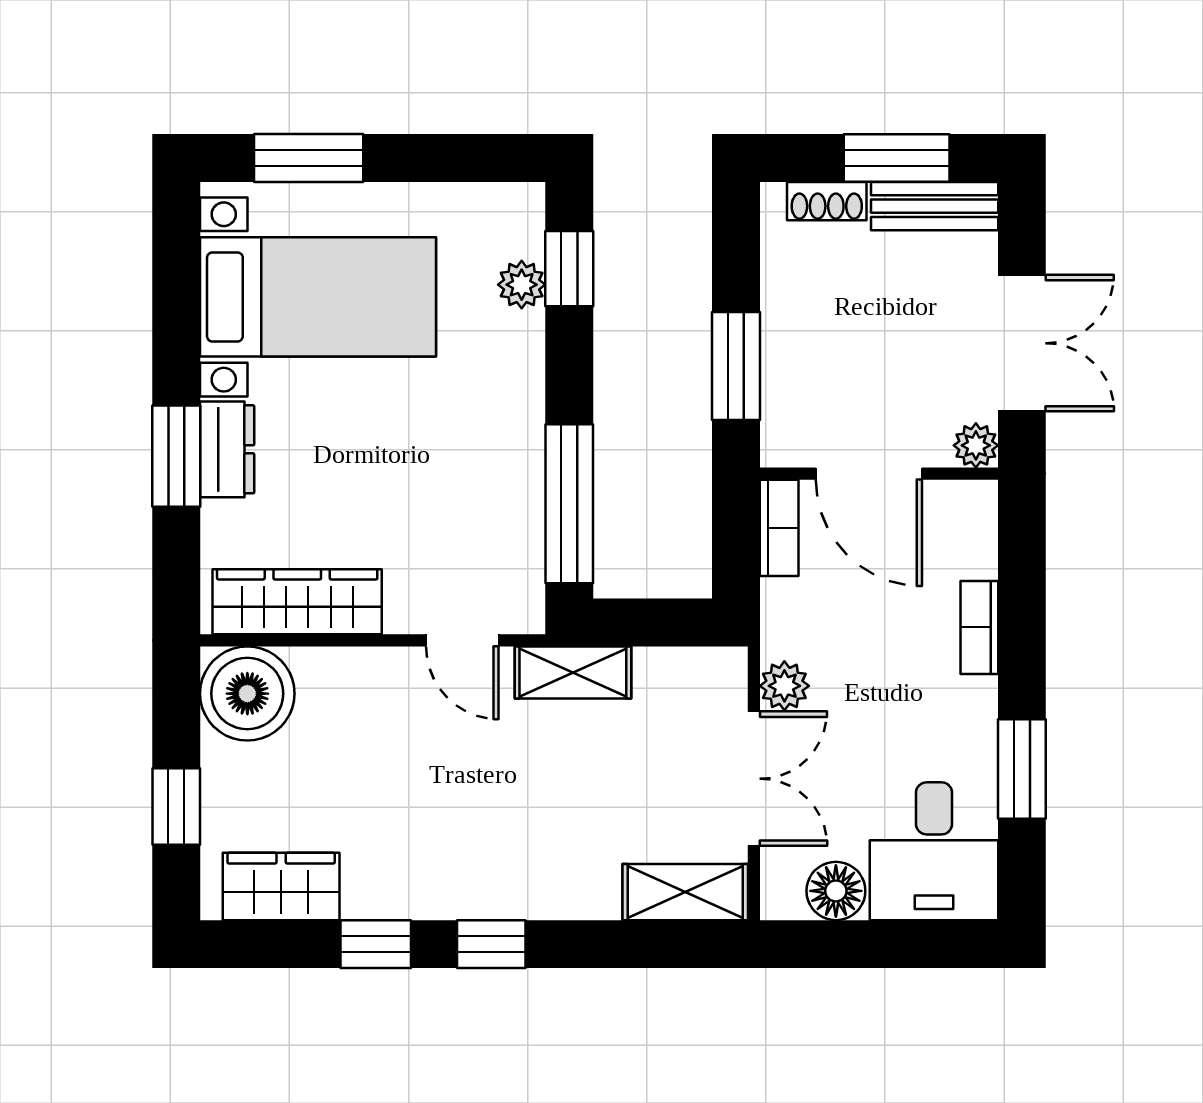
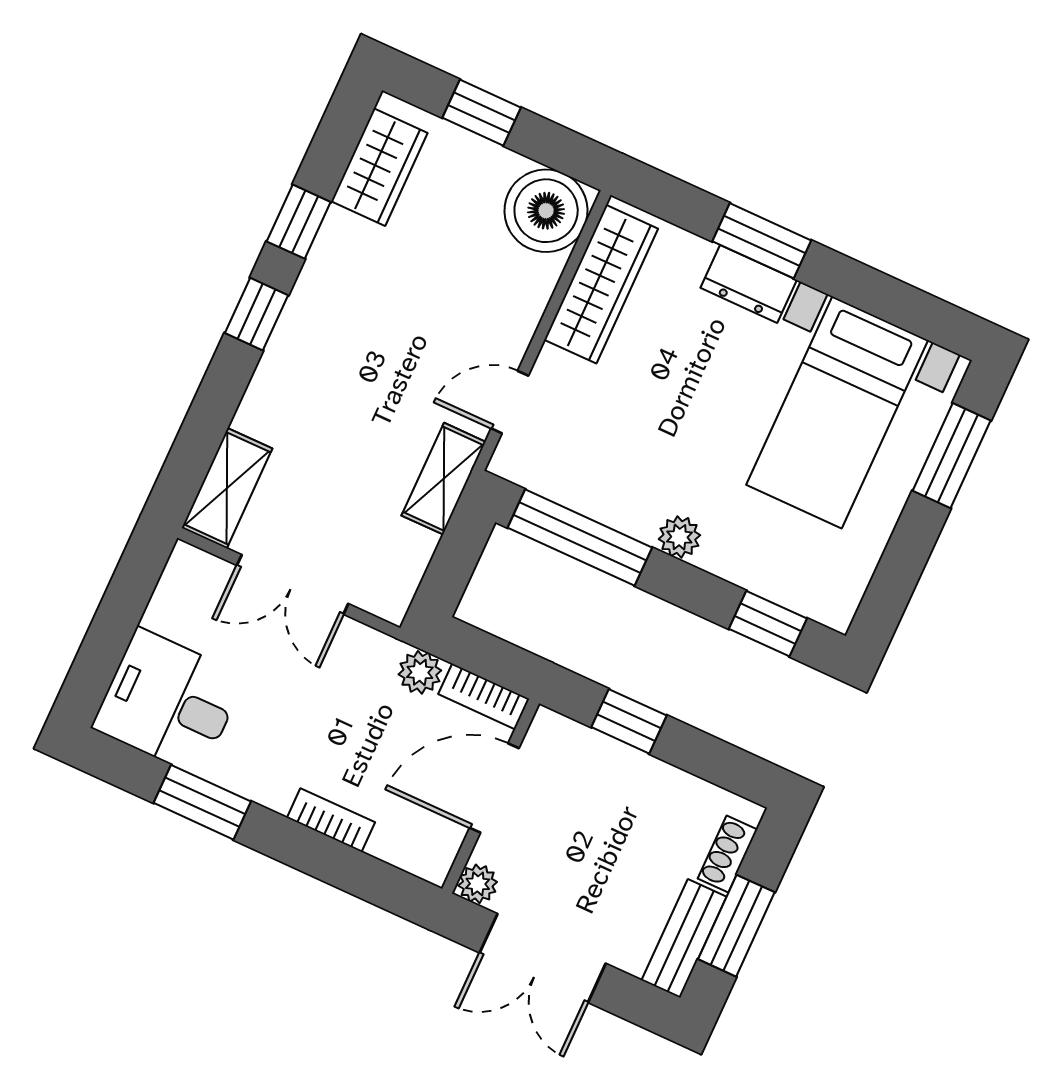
plant: (522, 285) -> (679, 537), moved
window: (736, 366) -> (629, 721), width x0.67
plant: (784, 686) -> (420, 672), moved
floor lamp: (836, 891) -> (173, 609), removed

